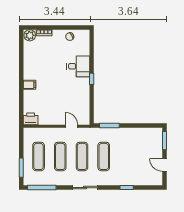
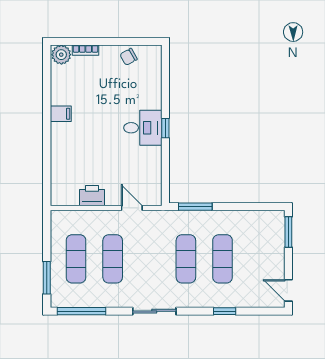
desk: (78, 66) -> (143, 128), moved
filing cabinet: (29, 85) -> (61, 114), moved
printer: (31, 119) -> (92, 196), moved
exercise mat: (82, 156) -> (223, 259), moved
door: (165, 165) -> (288, 290), moved

